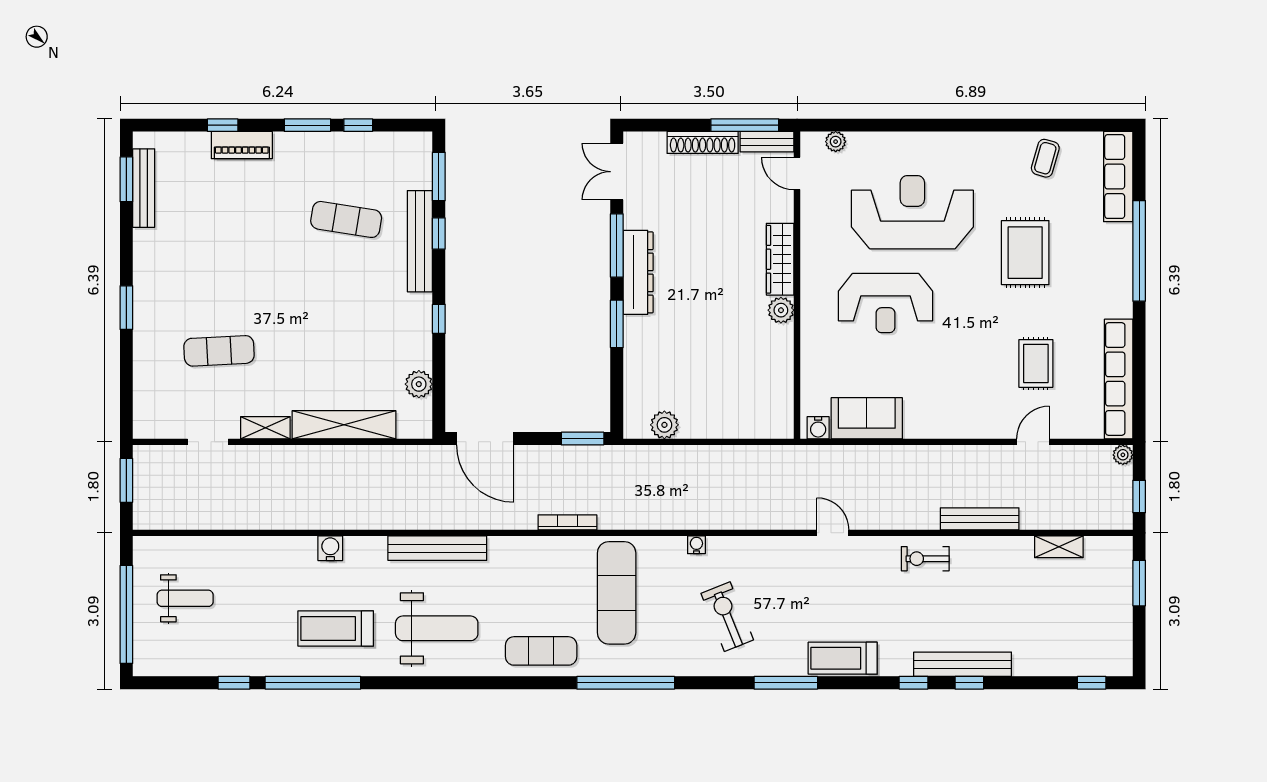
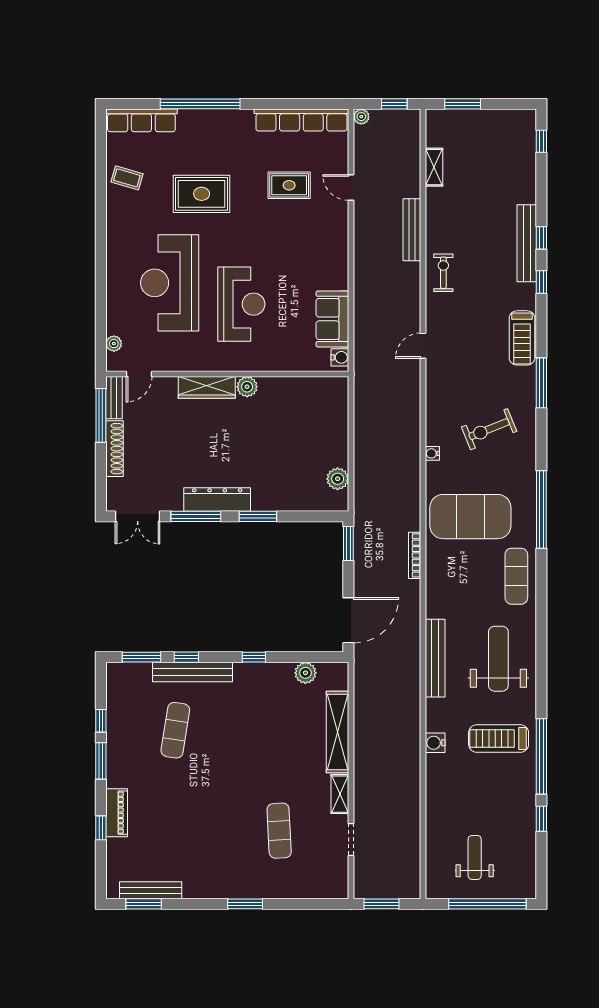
exercise bike: (925, 559) -> (443, 273), turned 180
exercise mat: (617, 593) -> (470, 517), width x1.47
treadmill: (336, 629) -> (499, 739), turned 90

